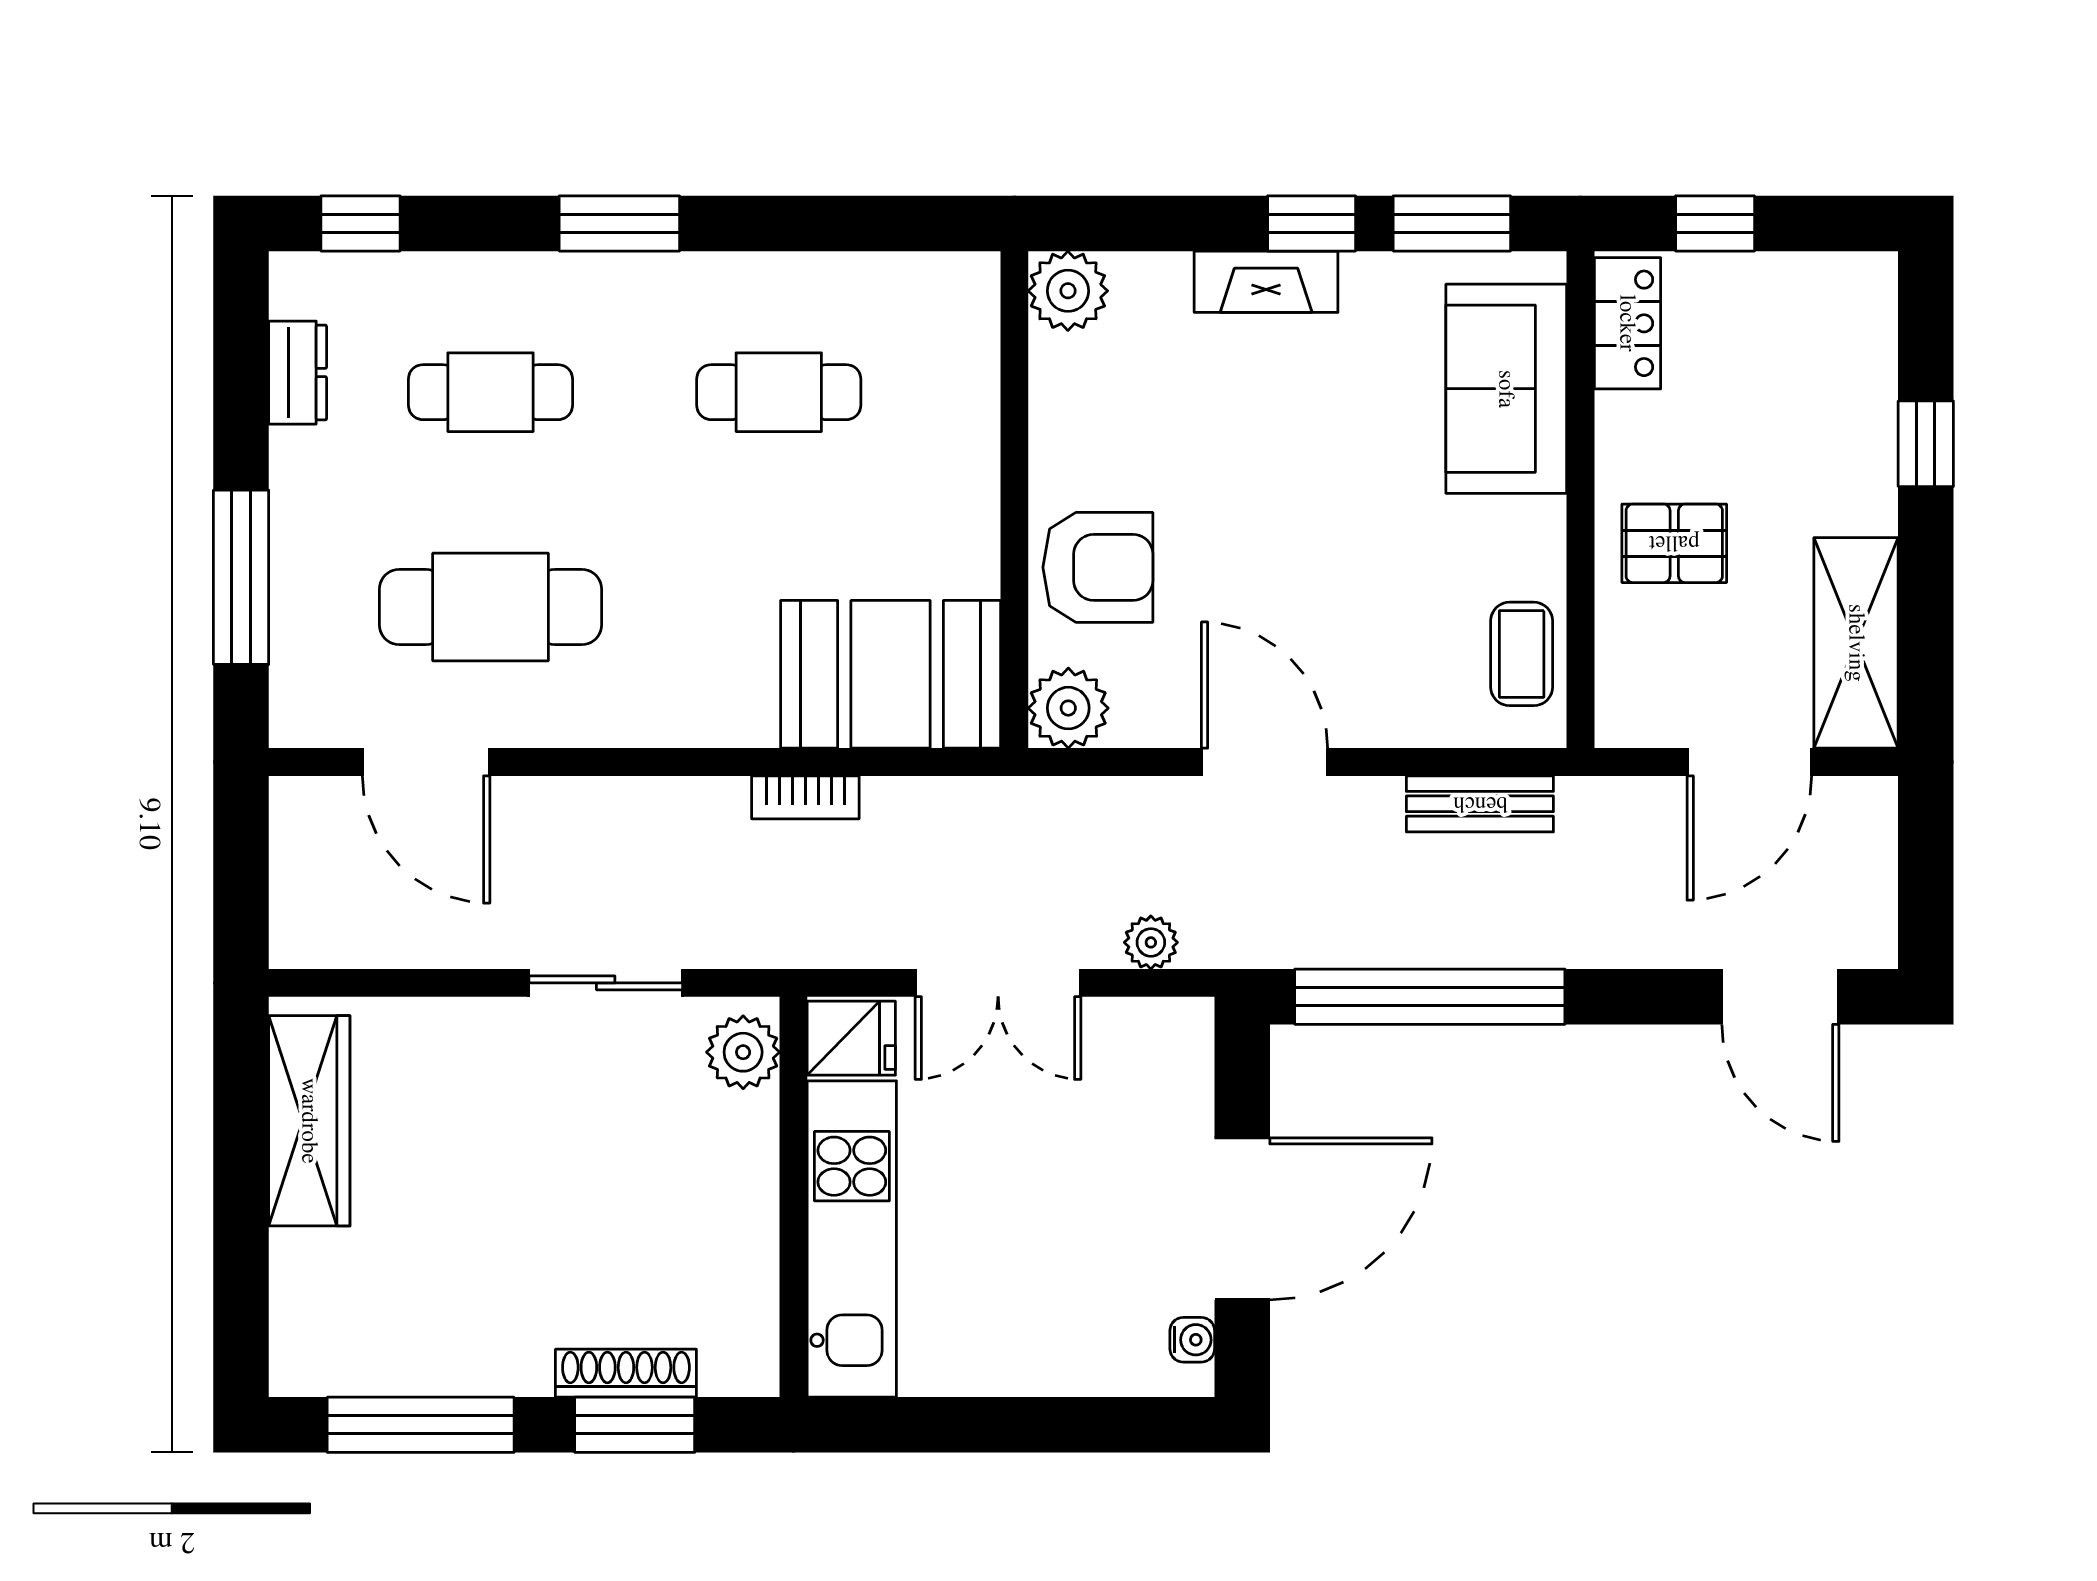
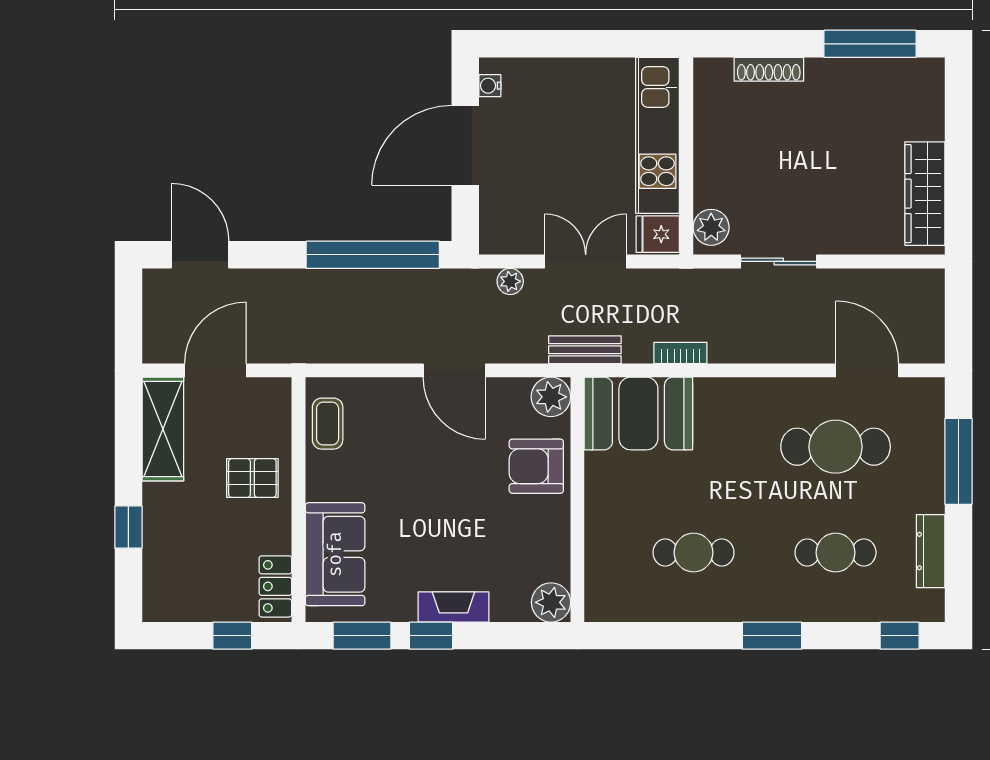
dresser: (298, 373) -> (931, 551), width x1.44
bench: (1480, 804) -> (585, 350), moved
window: (635, 1425) -> (764, 44), removed

